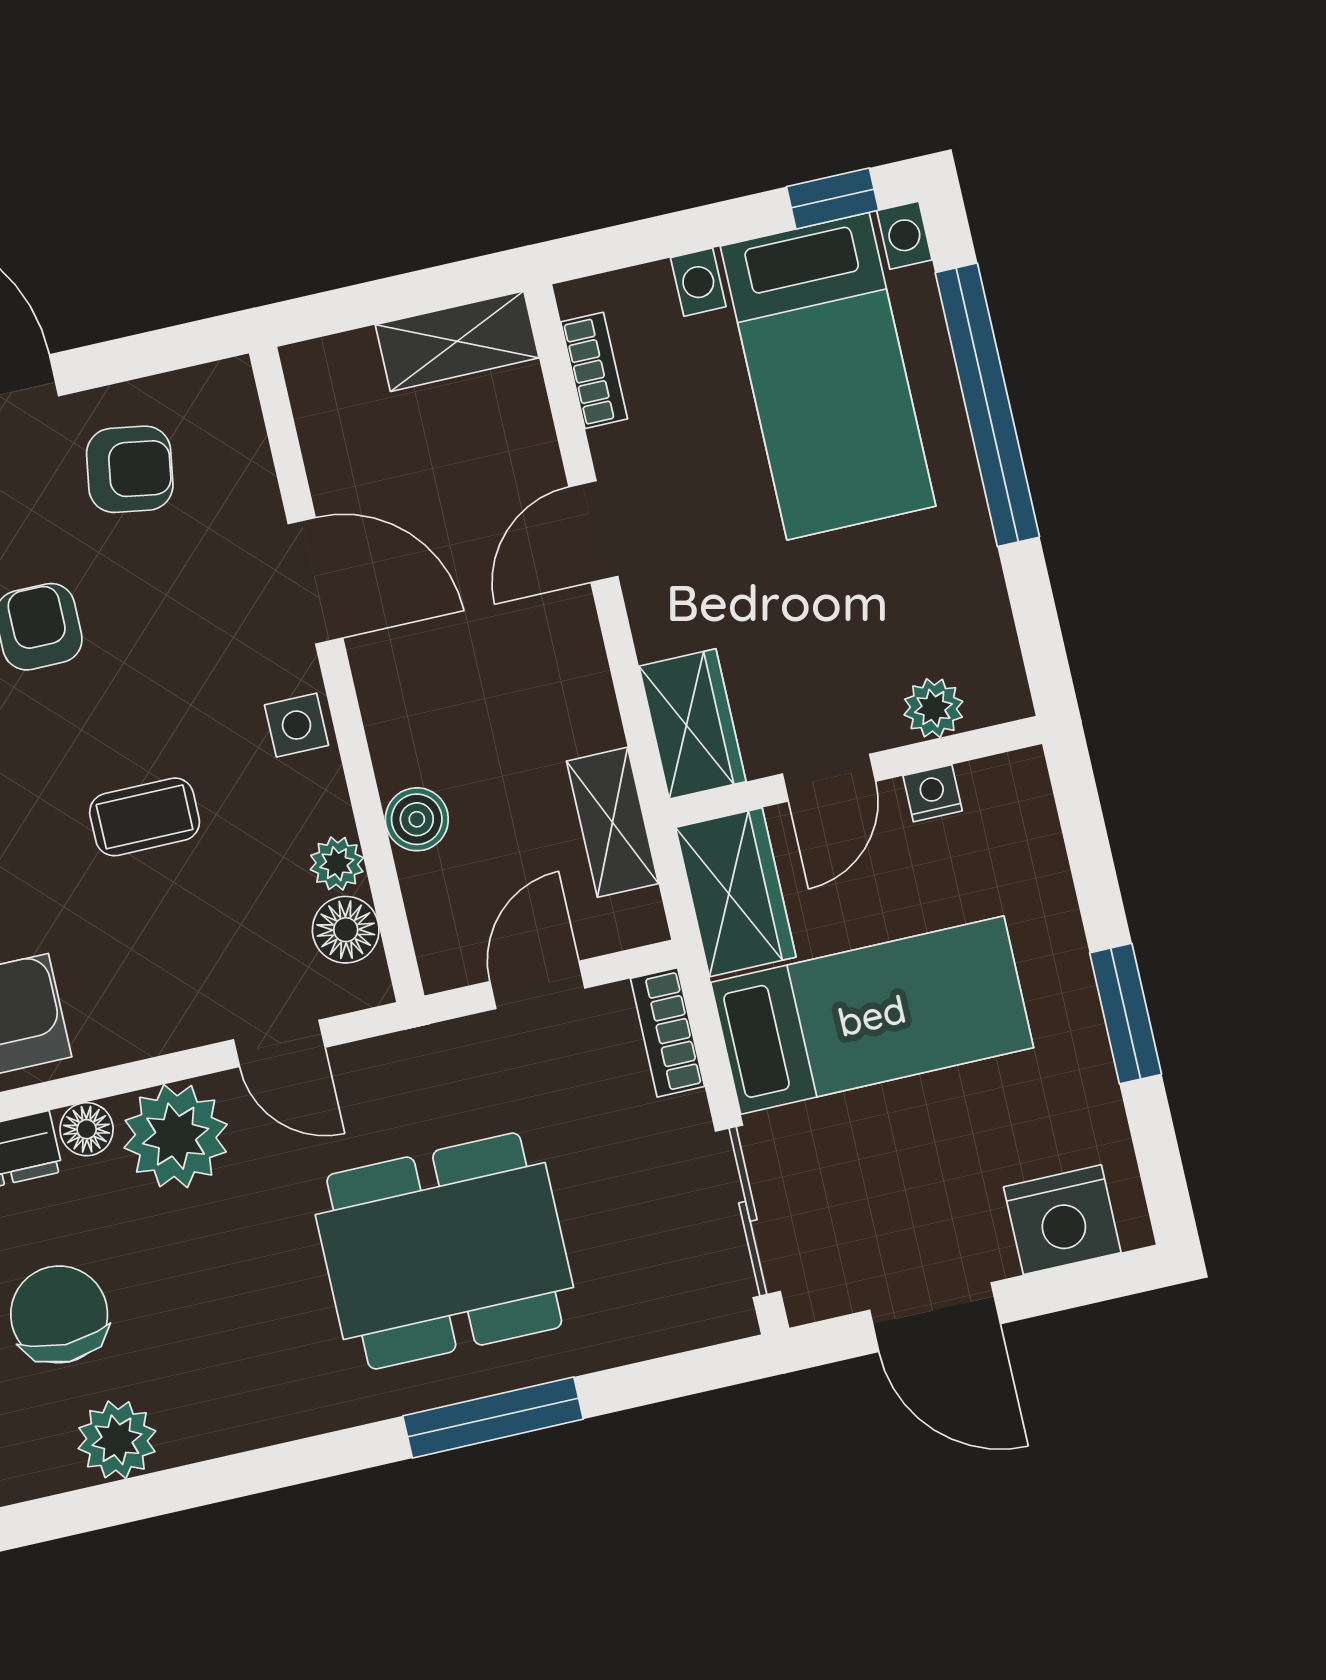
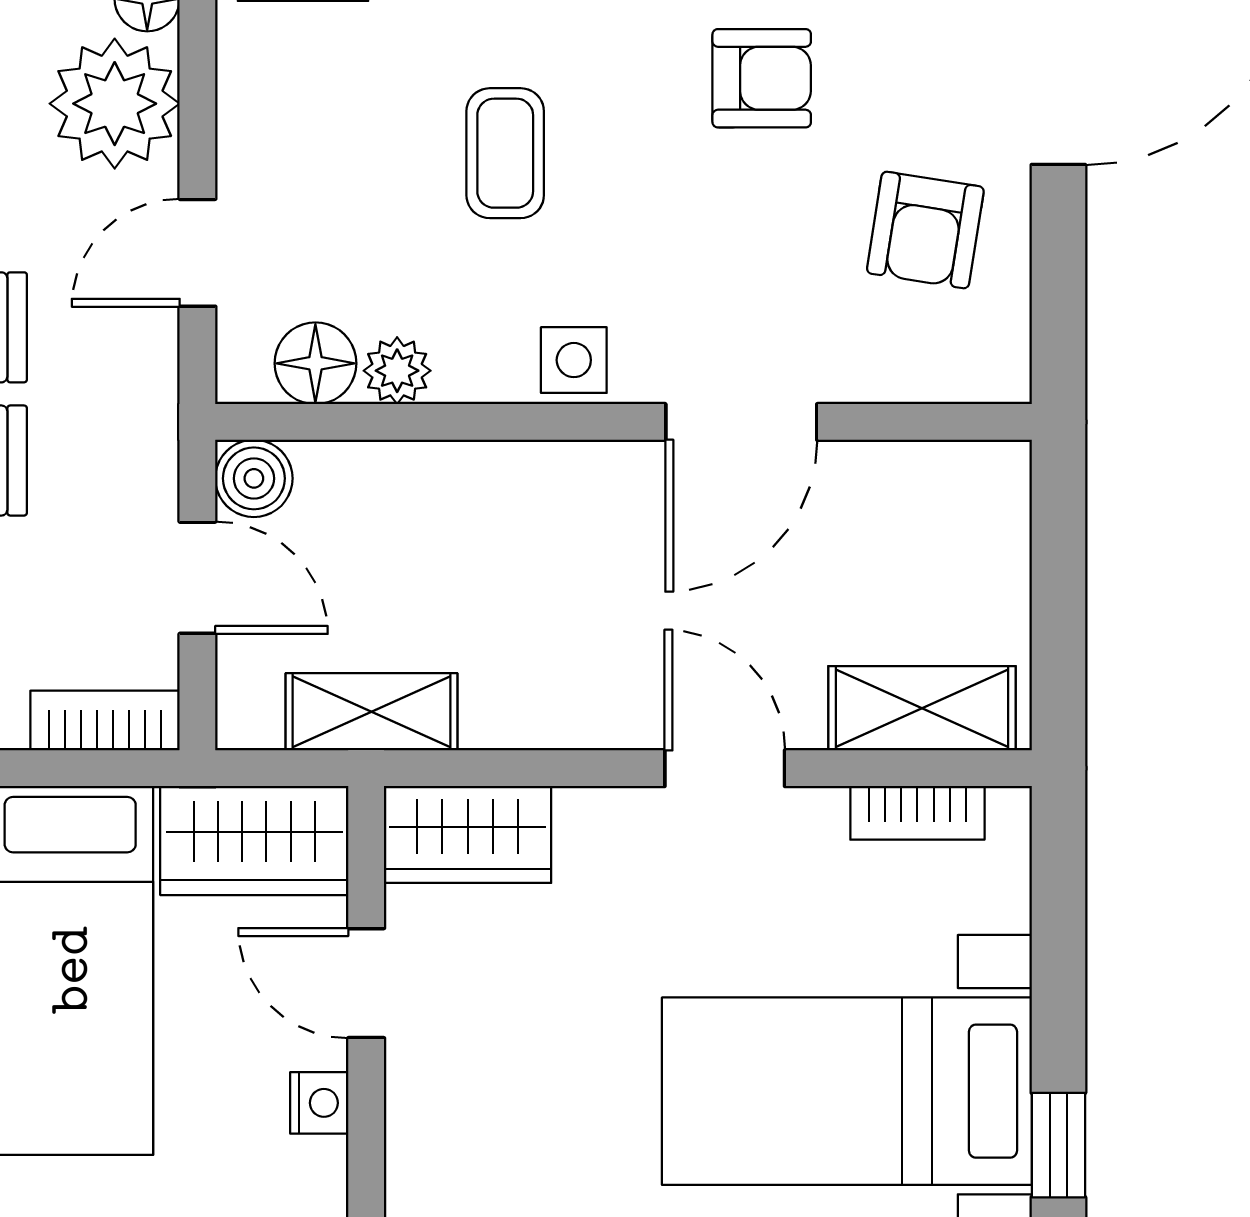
shelving: (457, 341) -> (922, 708), moved, turned 90
plant: (933, 708) -> (421, 1127), removed
boiler: (417, 819) -> (254, 478), moved

